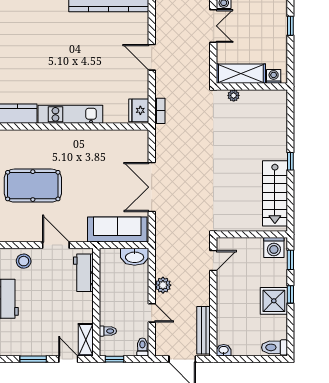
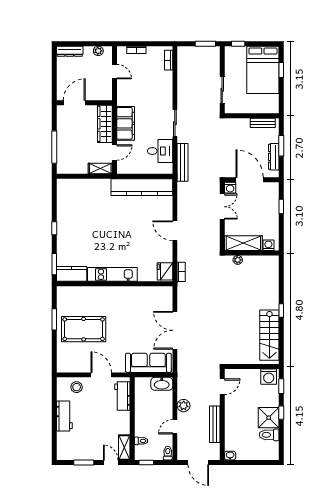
door: (152, 313) -> (175, 427), swing flipped
bench: (204, 330) -> (215, 424), moved
toilet: (274, 347) -> (269, 435), moved

